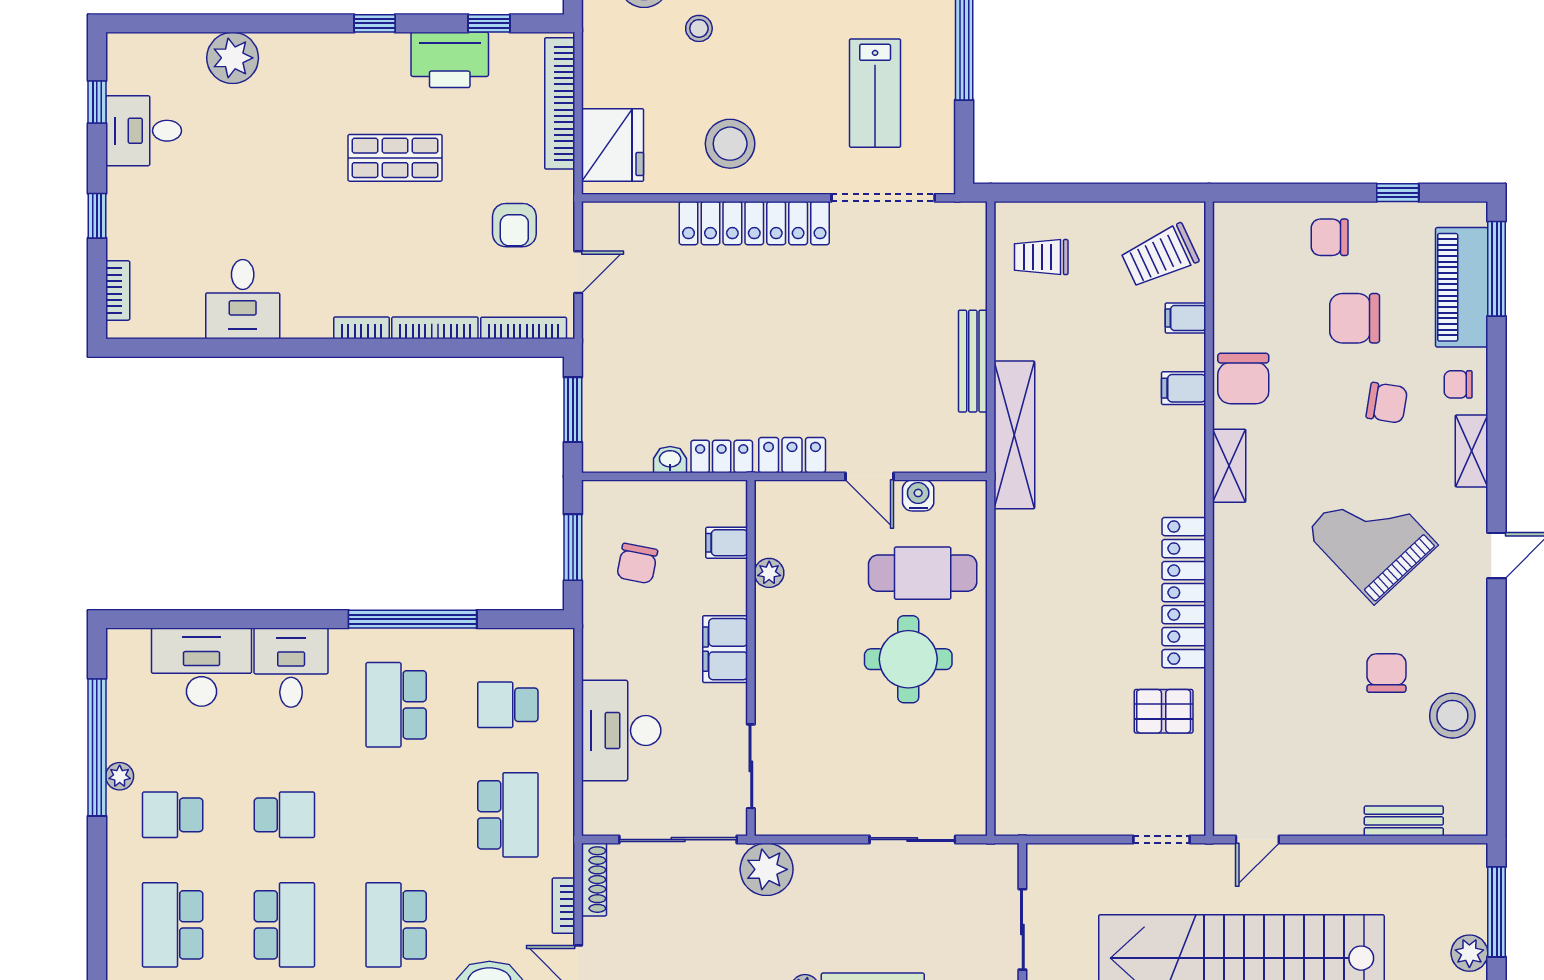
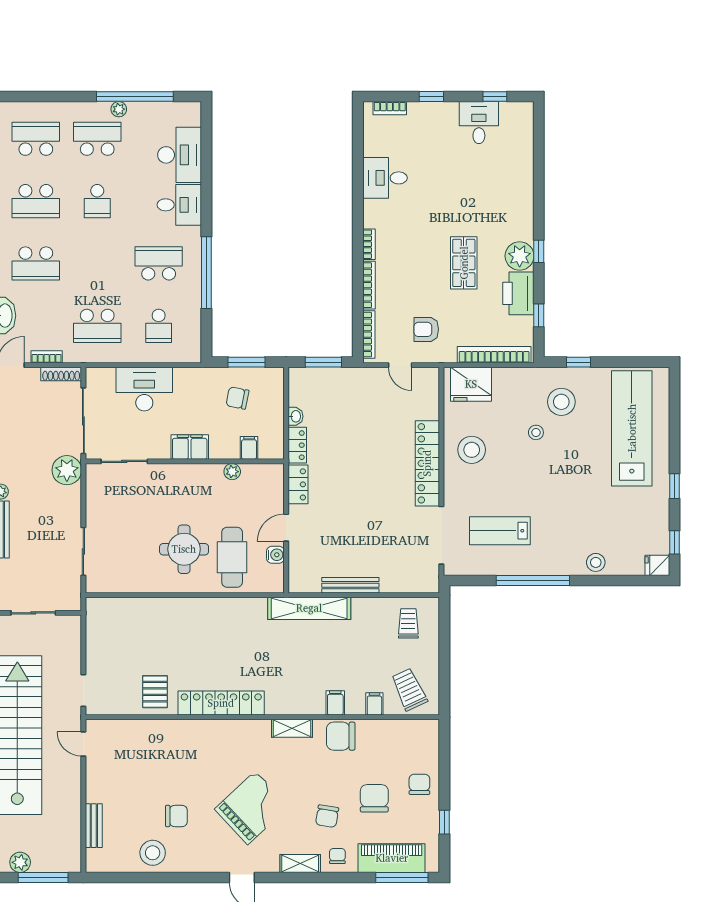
plant: (233, 58) -> (520, 256), moved
school desk: (508, 705) -> (159, 326), turned 180
school desk: (173, 815) -> (97, 139), width x1.85
school desk: (396, 925) -> (36, 263), turned 180

